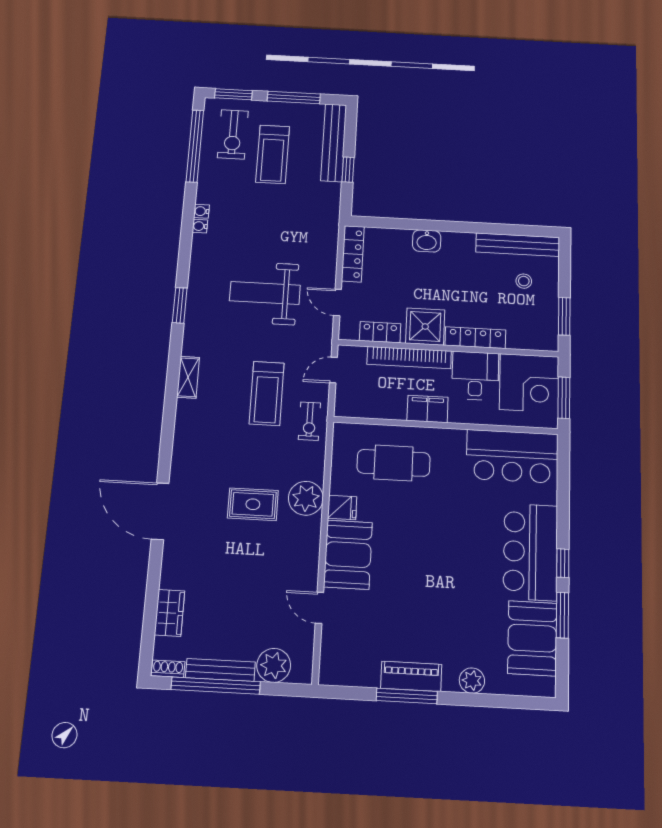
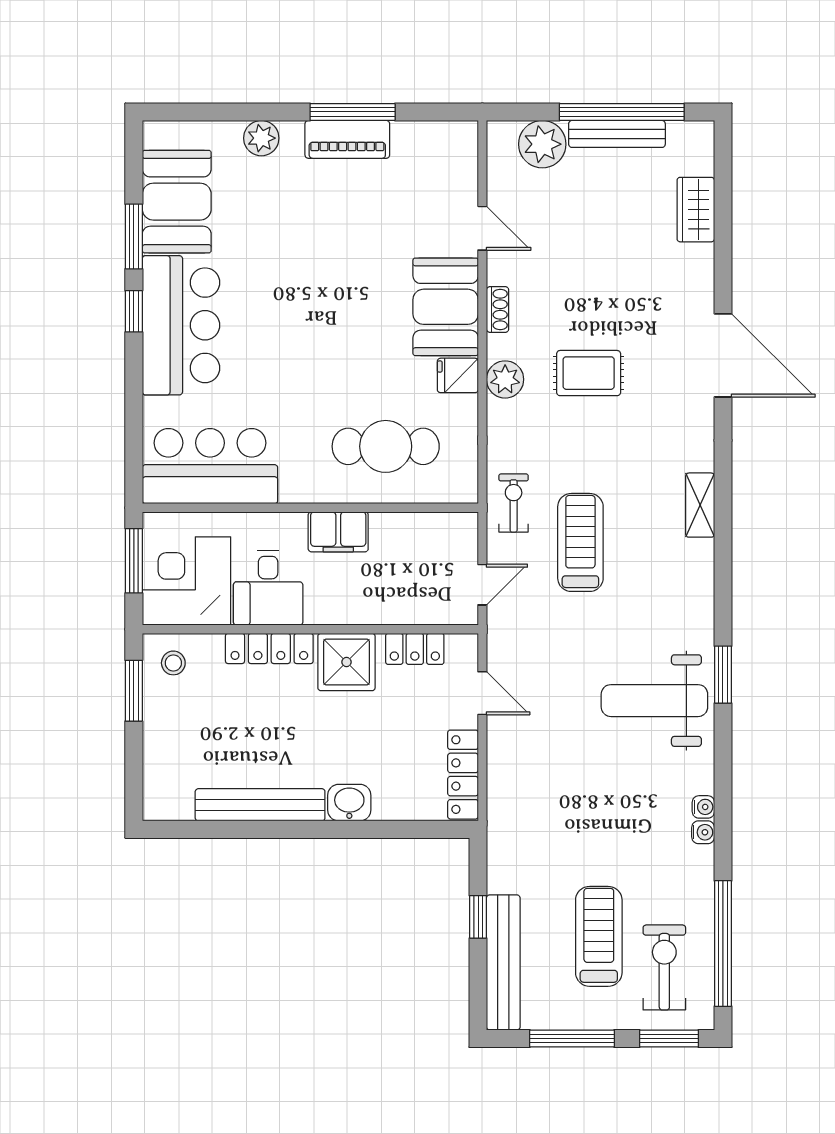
bench: (518, 245) -> (260, 805), moved
stool: (524, 281) -> (173, 663), moved
weight bench: (265, 293) -> (654, 701), moved, turned 180
bookcase: (409, 358) -> (369, 611), removed
shelving: (188, 377) -> (700, 505), moved
plant: (306, 498) -> (505, 379), width x0.73, depth x0.73
shoe rack: (168, 669) -> (498, 309), moved, turned -90

